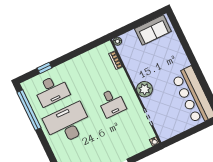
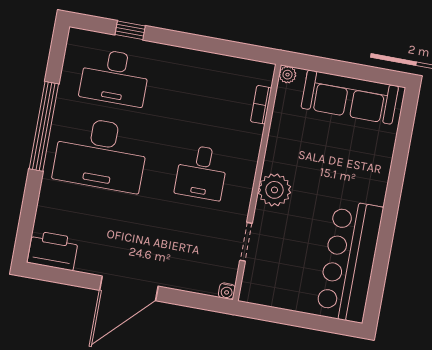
sofa: (153, 30) -> (350, 97), width x1.36
window: (29, 110) -> (44, 126), moved
desk: (68, 124) -> (101, 154), turned 180

